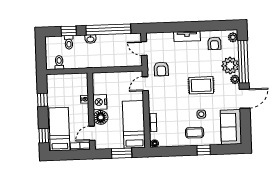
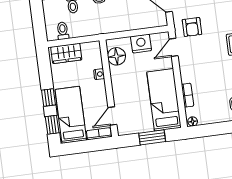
wardrobe: (60, 81) -> (66, 53), added
window: (43, 100) -> (49, 97), moved
nightstand: (100, 102) -> (141, 44), moved, turned 90
floor lamp: (101, 117) -> (116, 56), moved

